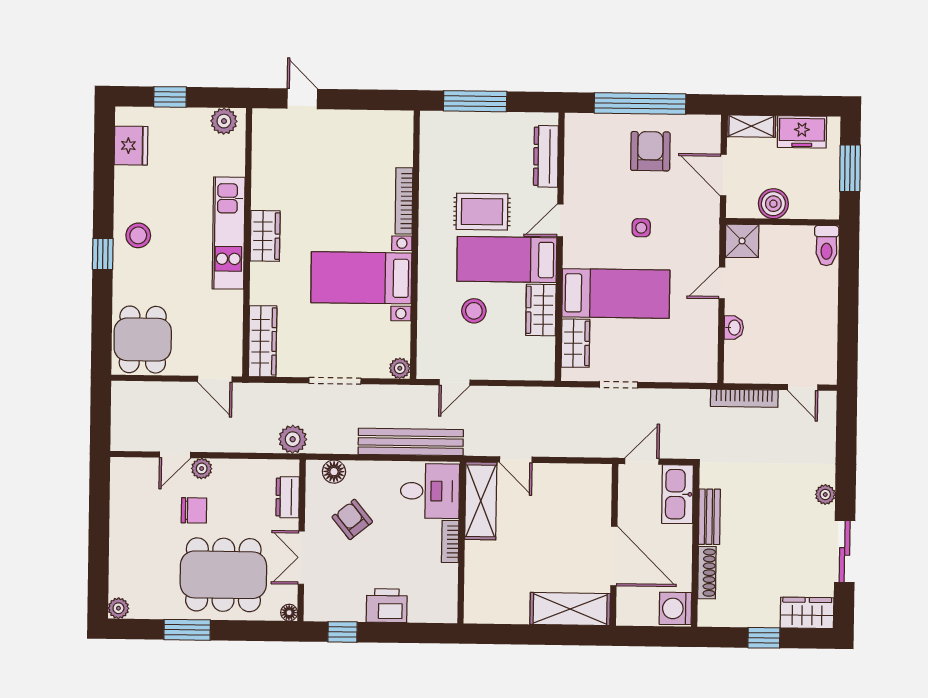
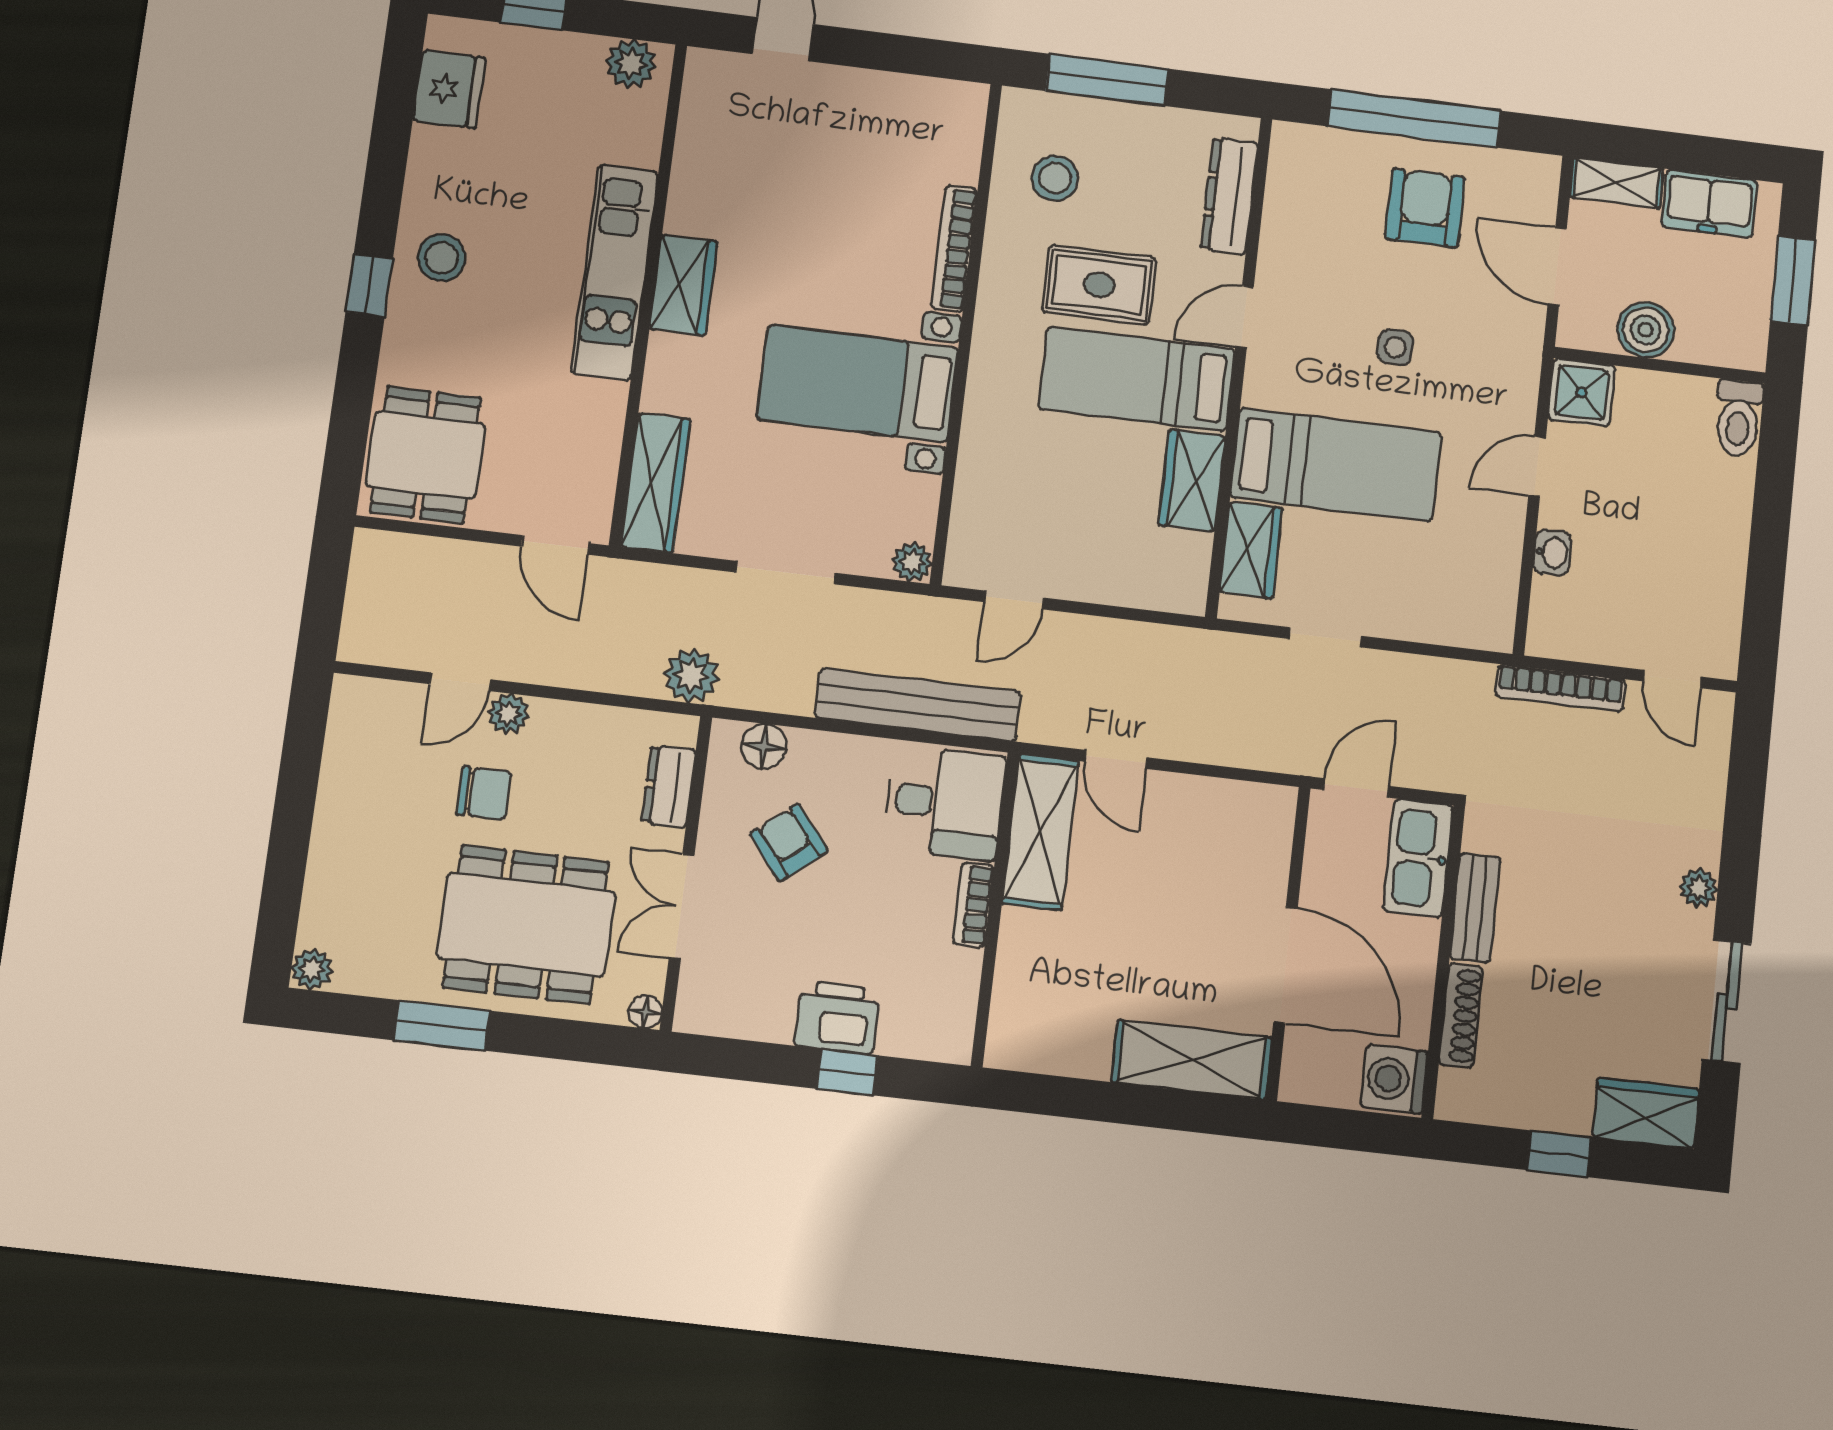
stool: (474, 311) -> (1055, 178), moved
window: (342, 632) -> (847, 1072), moved

